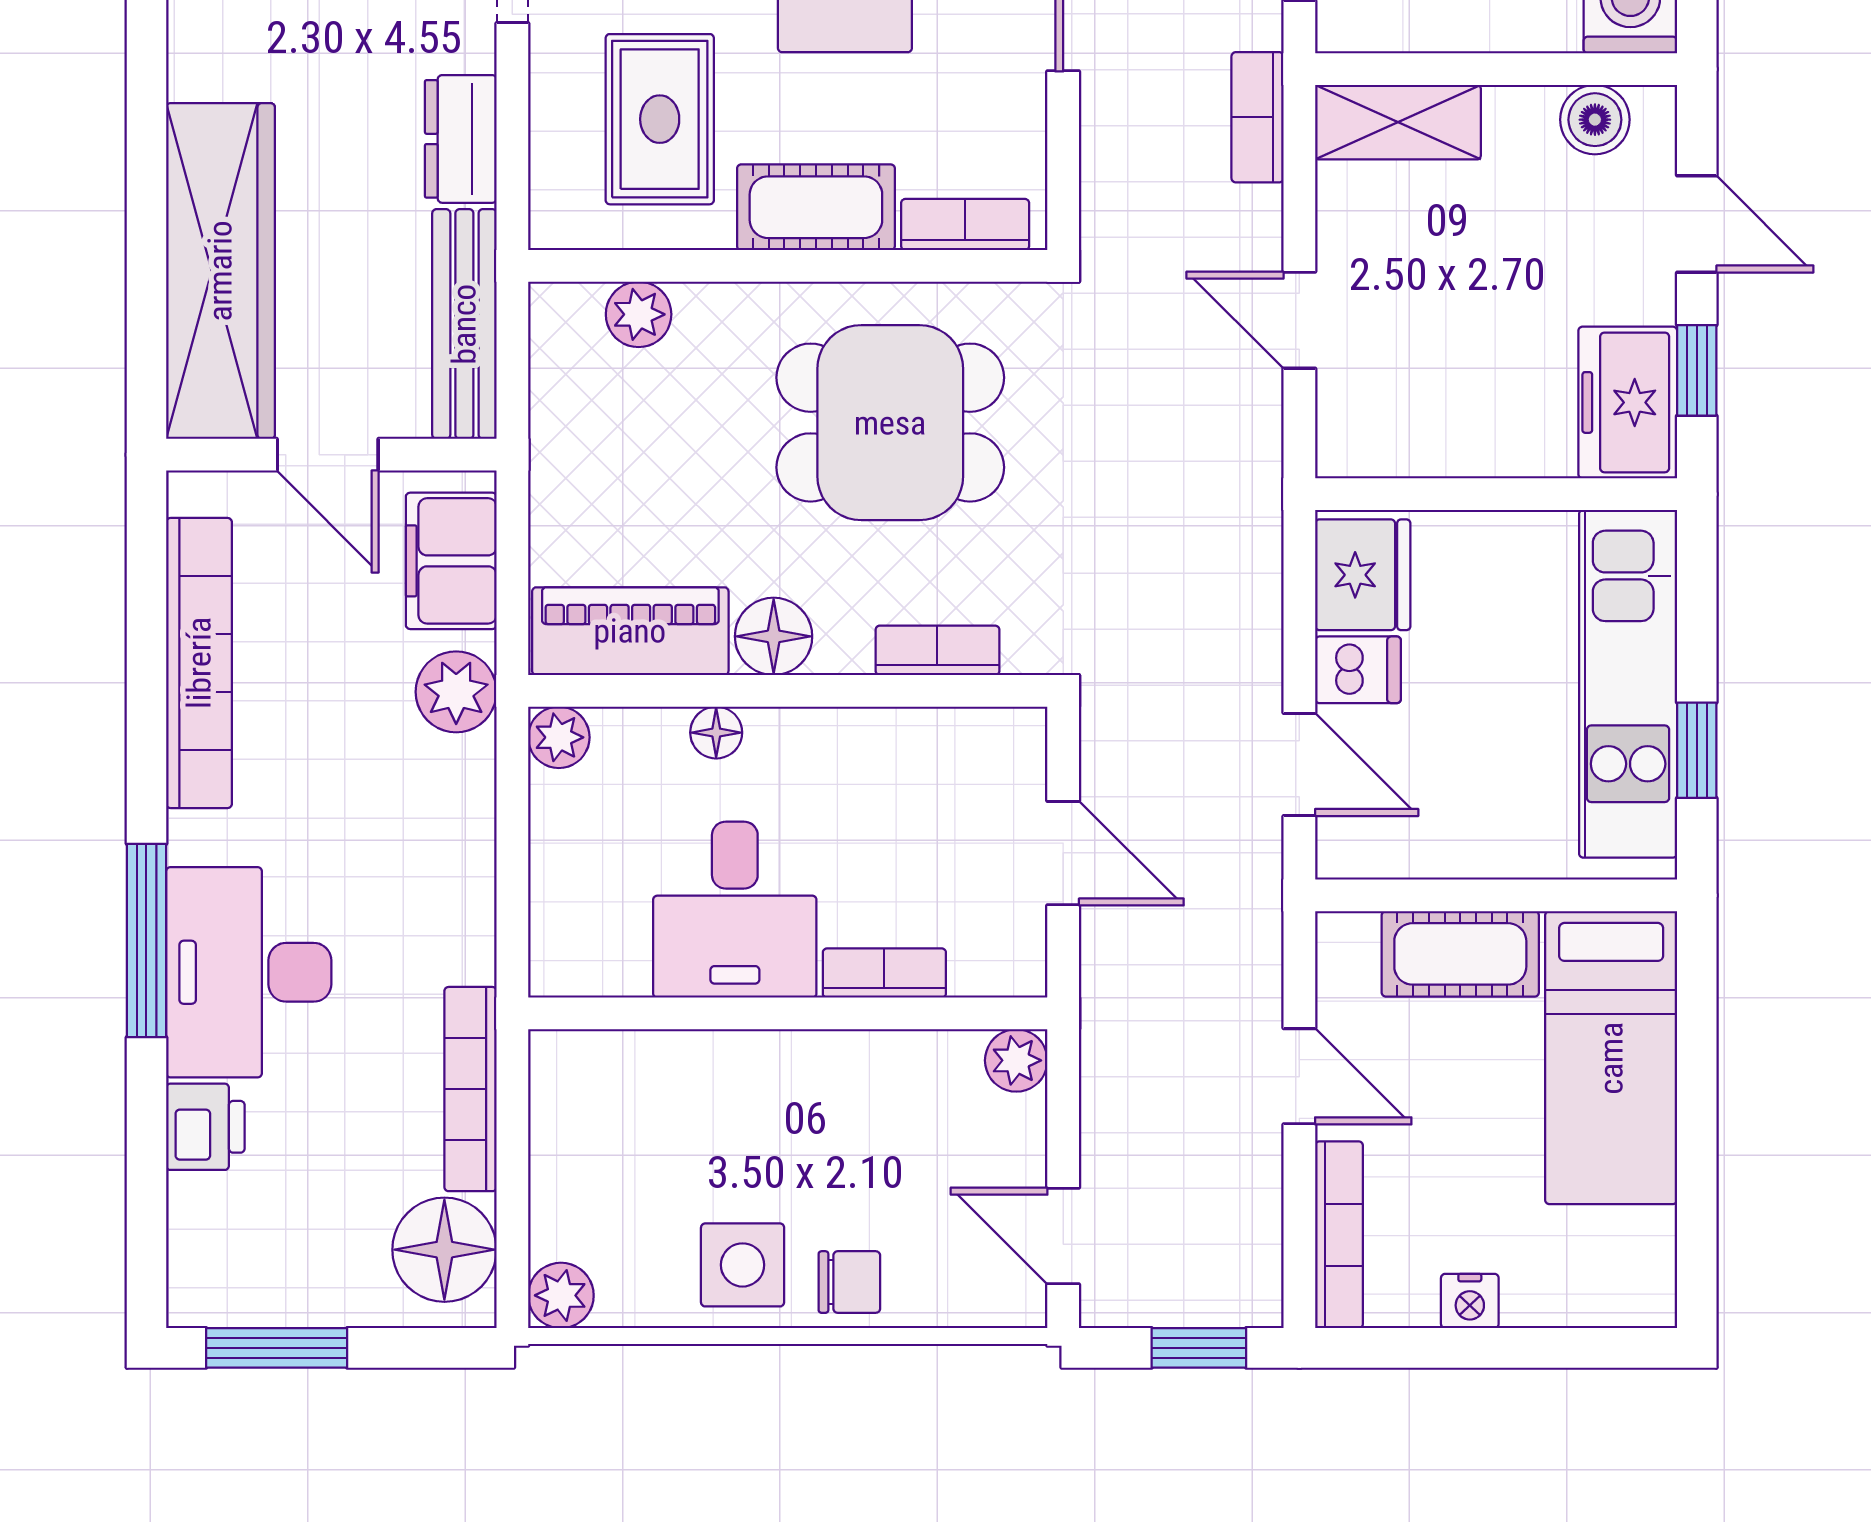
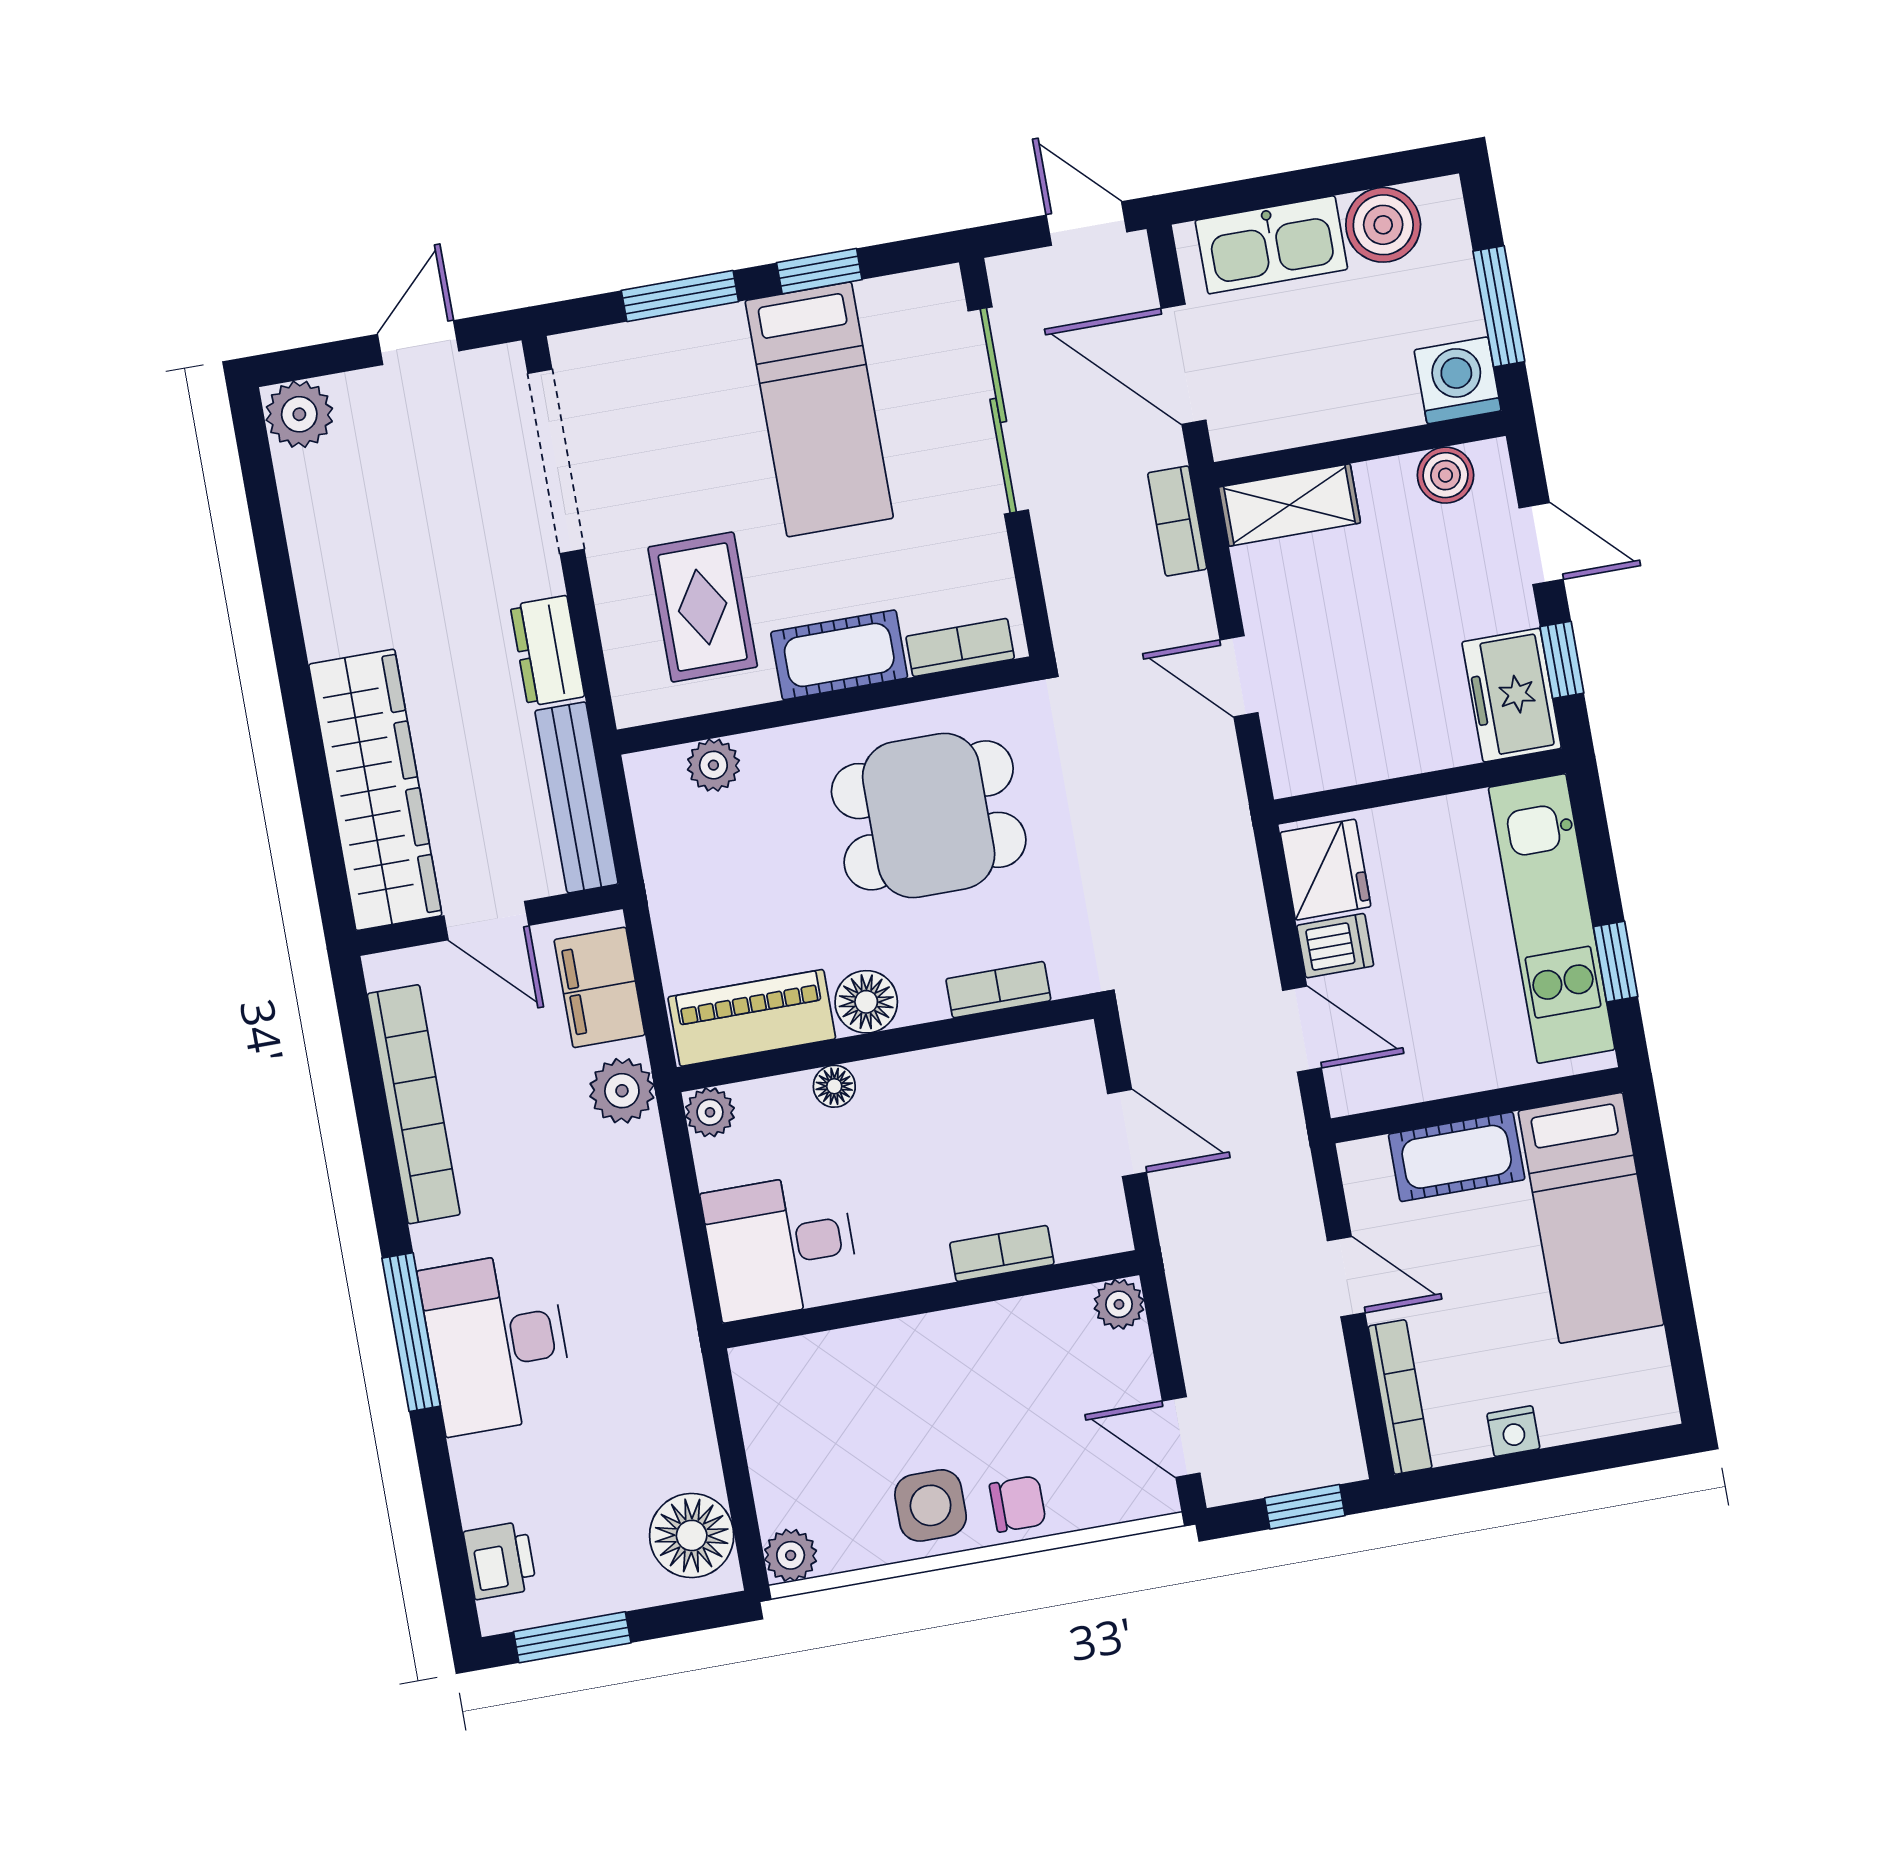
desk: (735, 910) -> (781, 1246), moved, turned 90
bookcase: (470, 1089) -> (690, 1404), removed
printer: (205, 1127) -> (500, 1560), moved

